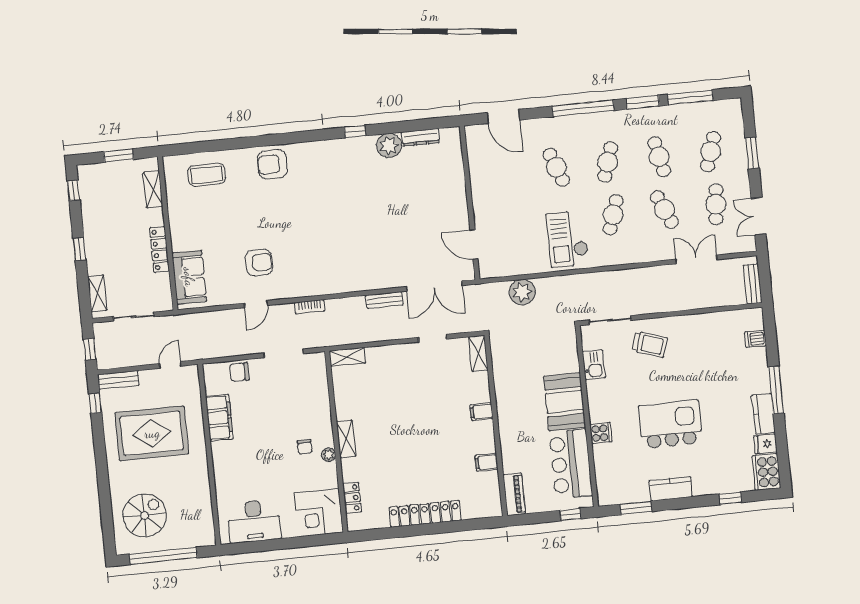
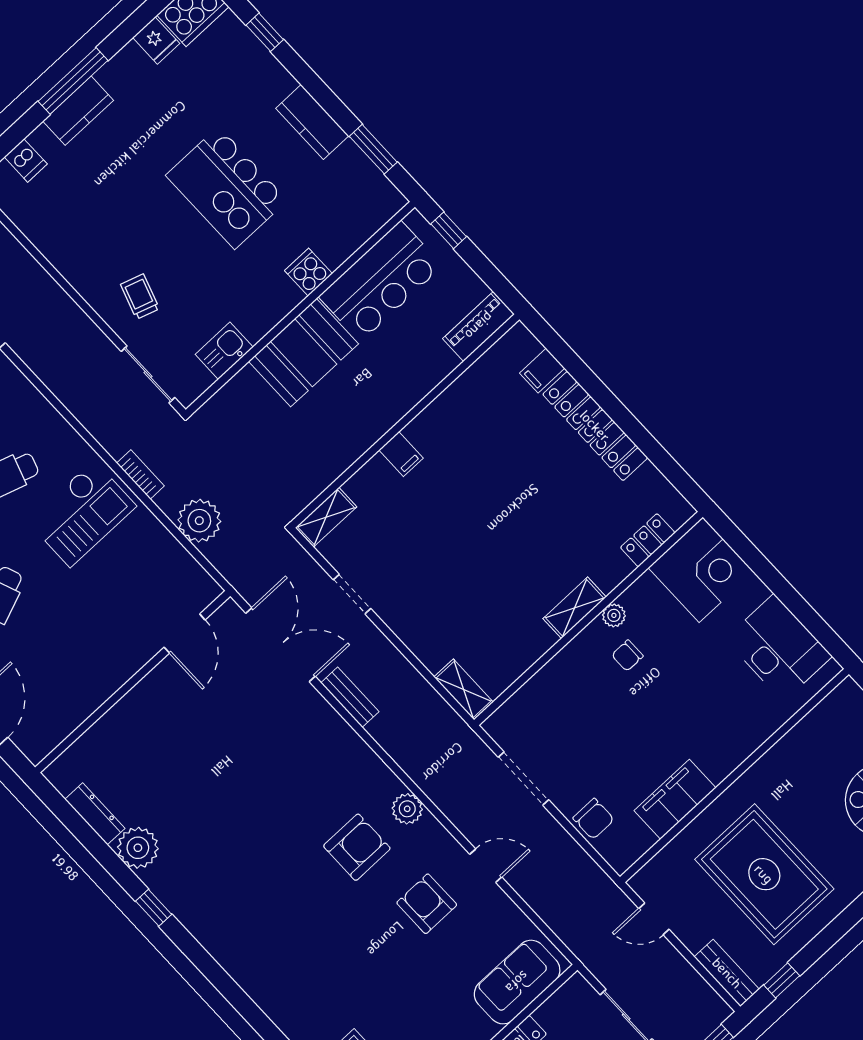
armchair: (272, 164) -> (357, 847), moved, turned -90
plant: (311, 287) -> (407, 809), added
bookcase: (310, 307) -> (140, 474), moved
trolley: (650, 344) -> (140, 297), width x0.73, depth x0.72
kitchen counter: (763, 414) -> (78, 111), moved
chair: (305, 447) -> (627, 656), turned 180
filing cabinet: (487, 462) -> (542, 371), moved, turned 90

